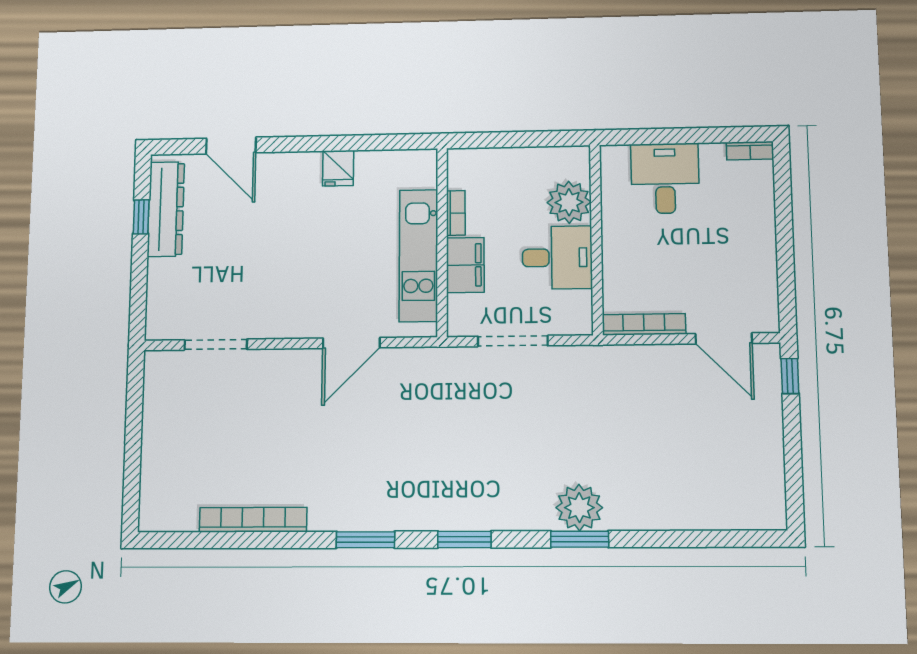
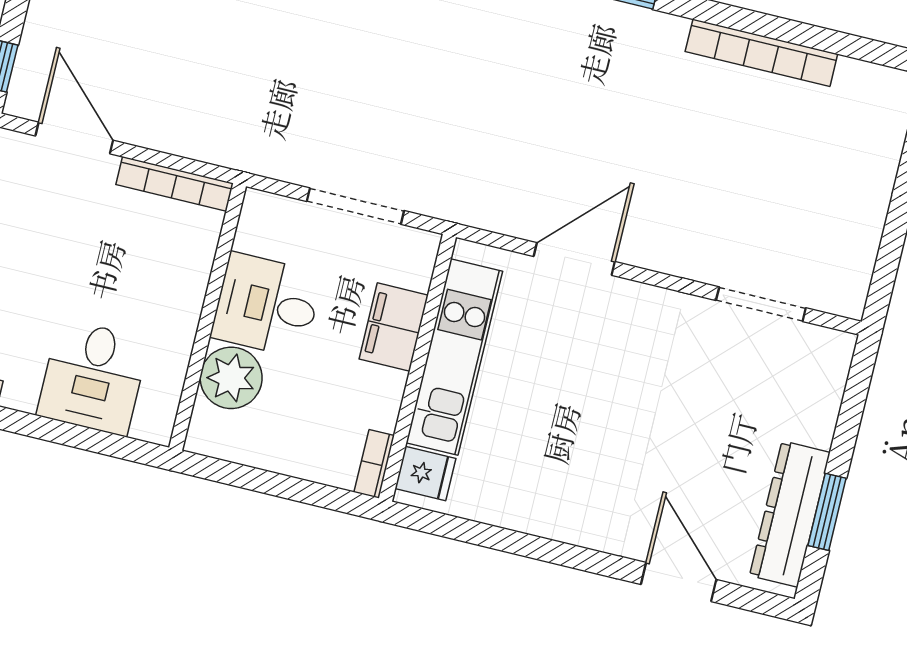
fridge: (338, 168) -> (425, 474), moved, turned 90
bookcase: (456, 213) -> (374, 464), moved
window: (141, 217) -> (827, 512), width x1.50

